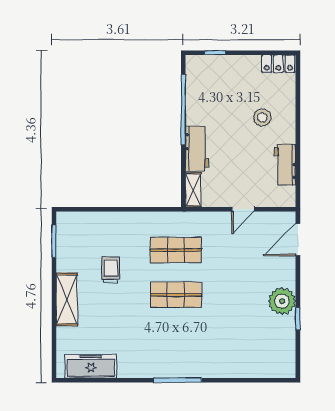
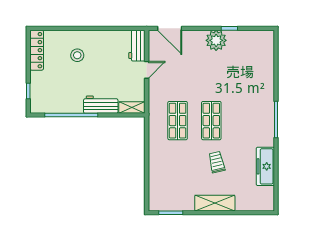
locker: (278, 64) -> (37, 50), width x1.53
workbench: (285, 165) -> (137, 46), moved, turned 90
door: (243, 209) -> (147, 70), hinge flipped
trolley: (111, 270) -> (217, 162), moved, turned 77
freezer: (91, 366) -> (265, 166), moved

